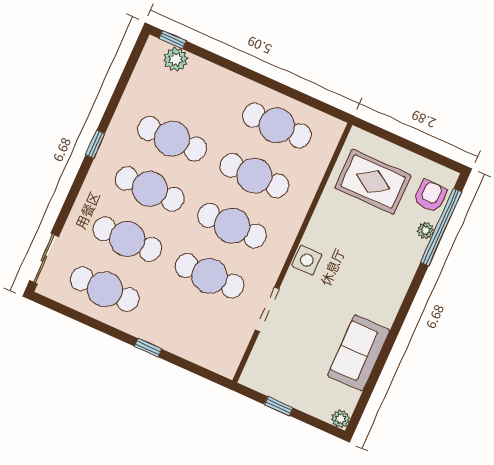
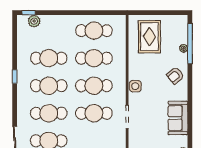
rug: (373, 182) -> (149, 37), turned 90
armchair: (430, 196) -> (175, 76), moved, turned -130

